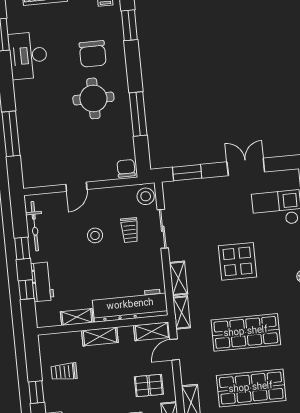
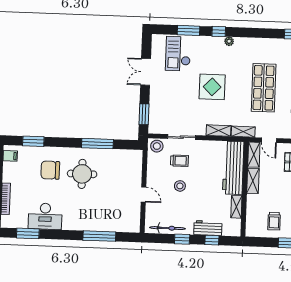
chair: (93, 54) -> (50, 170), turned 180
chair: (126, 168) -> (135, 157), removed
shelving: (100, 337) -> (253, 181), moved

